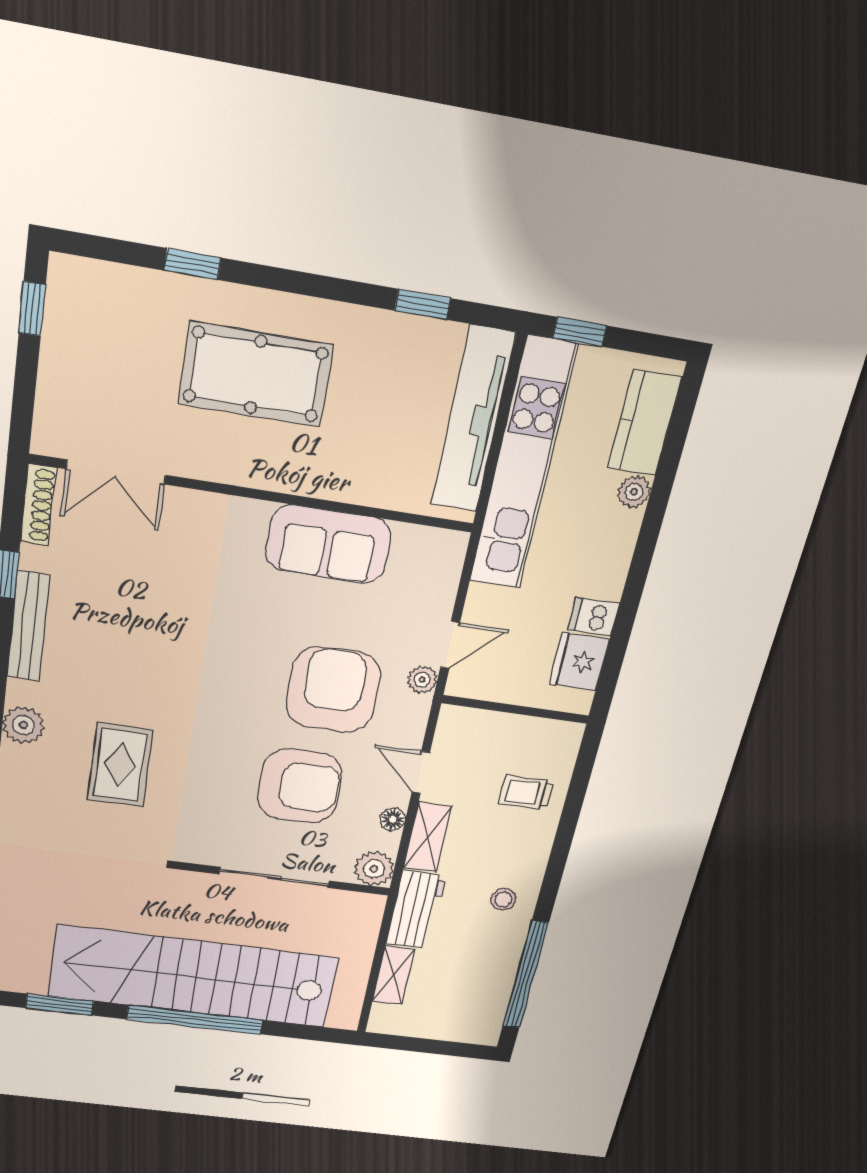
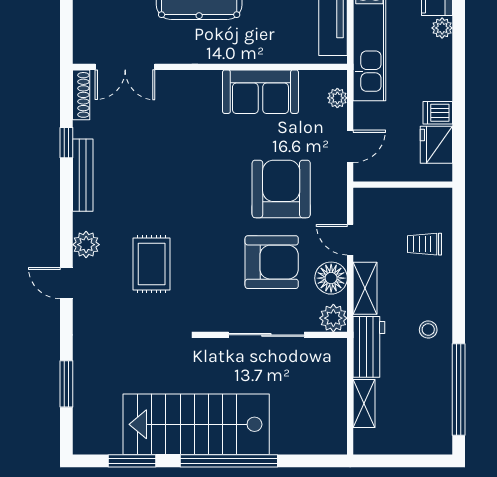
plant: (422, 680) -> (337, 98), moved
floor lamp: (393, 819) -> (331, 278), width x1.89, depth x1.89
stairs: (193, 977) -> (196, 424), width x0.73

